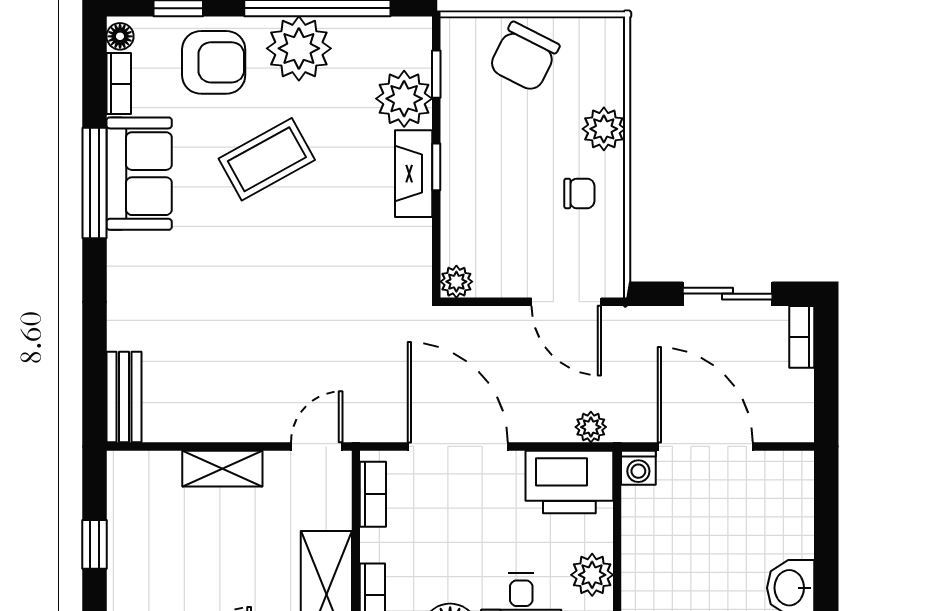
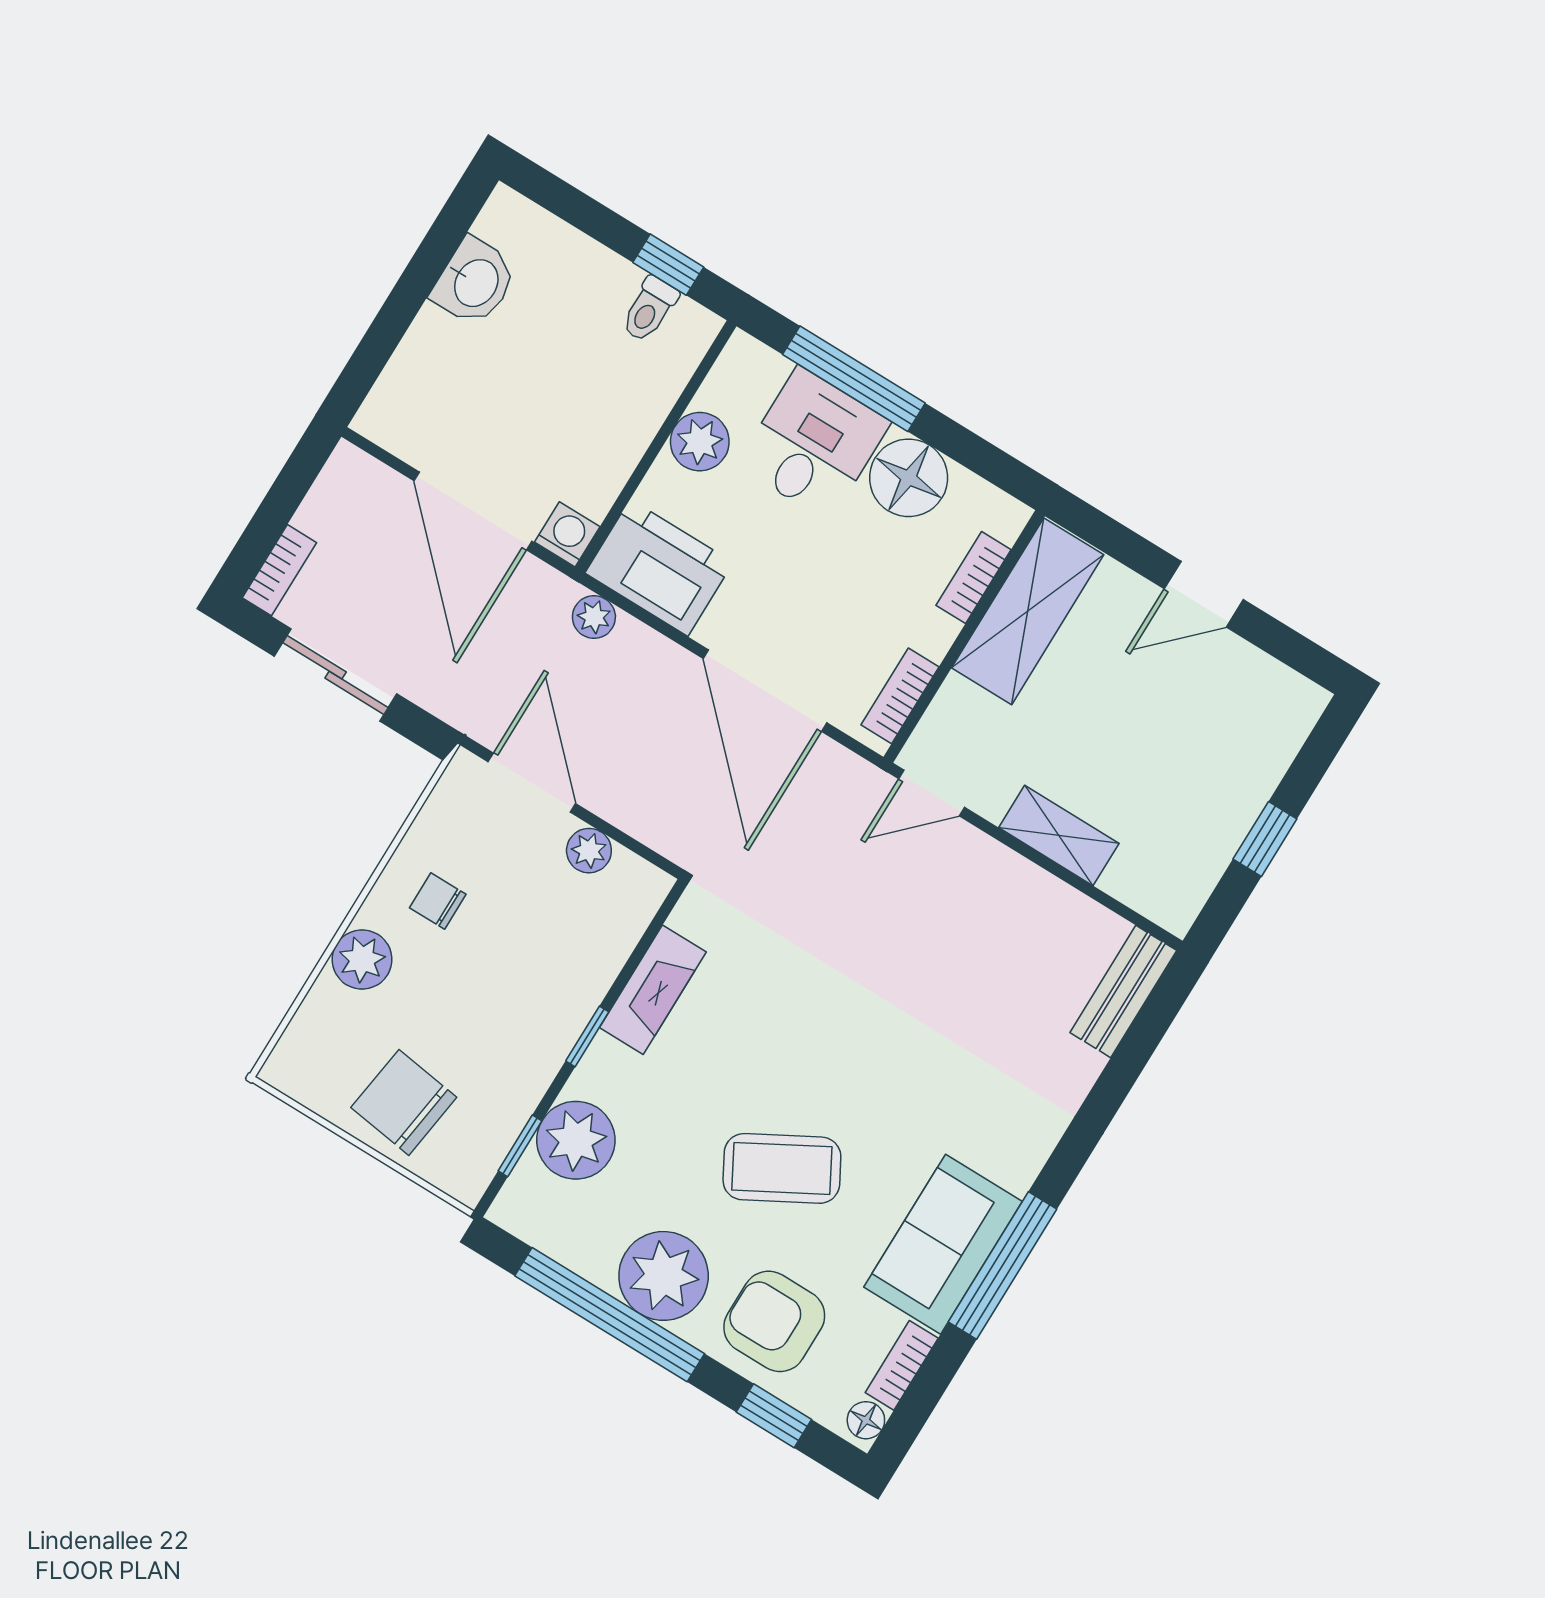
chair: (524, 57) -> (404, 1102), turned -109
fireplace: (414, 174) -> (653, 990), moved
plant: (456, 282) -> (589, 851), moved

